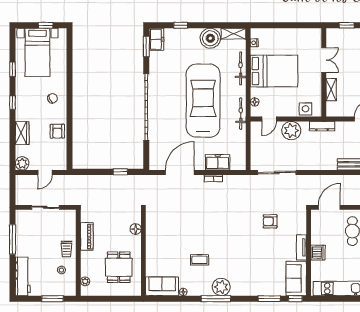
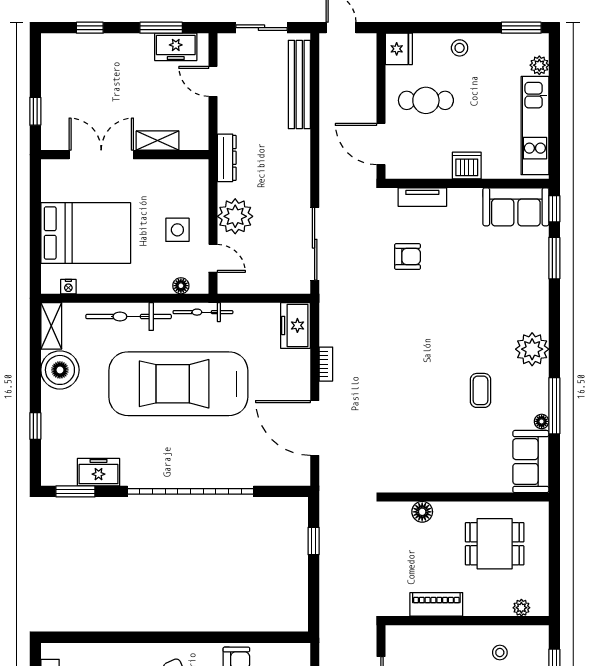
freezer: (156, 39) -> (99, 472), moved
double door: (324, 60) -> (101, 155), width x1.37
bicycle: (241, 68) -> (129, 317), width x1.37, depth x1.40
bed: (274, 71) -> (86, 233), moved, turned 90
side table: (306, 109) -> (177, 230), moved
freezer: (218, 162) -> (295, 325), moved
armchair: (270, 221) -> (408, 257), turned -90
tv unit: (301, 247) -> (422, 197), moved
trolley: (67, 249) -> (460, 643), removed
window: (216, 299) -> (554, 406), moved

